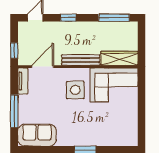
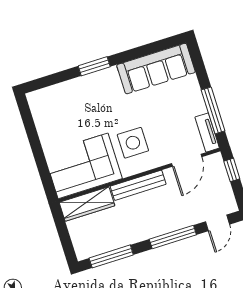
window: (68, 18) -> (173, 237), width x2.17
window: (14, 111) -> (213, 110), moved
sofa: (37, 135) -> (156, 69), width x1.36

